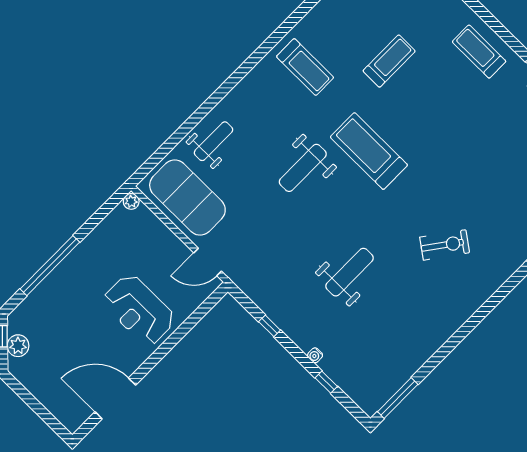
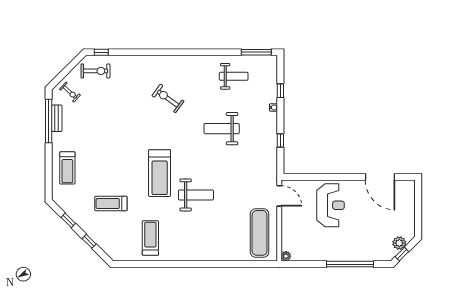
weight bench: (213, 141) -> (234, 76), moved, turned 180
exercise mat: (187, 198) -> (260, 233), width x0.68

